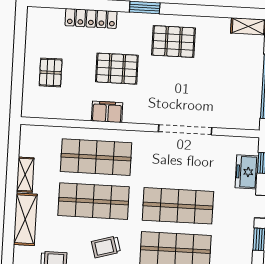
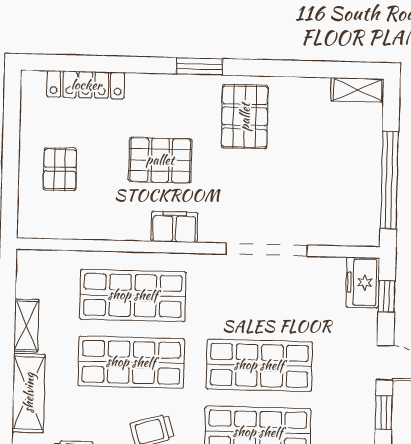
locker: (91, 18) -> (86, 85), moved
pallet: (173, 42) -> (245, 117), turned 90
filing cabinet: (107, 112) -> (174, 227), moved
freezer: (247, 172) -> (363, 282), moved

